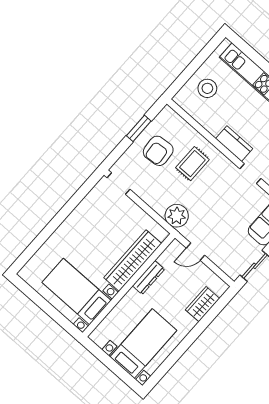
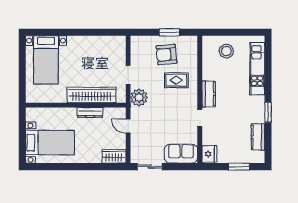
doorway: (118, 184) -> (128, 75), moved
bed with nightstands: (77, 291) -> (46, 60), moved, turned 180
wardrobe: (202, 304) -> (114, 156), moved

